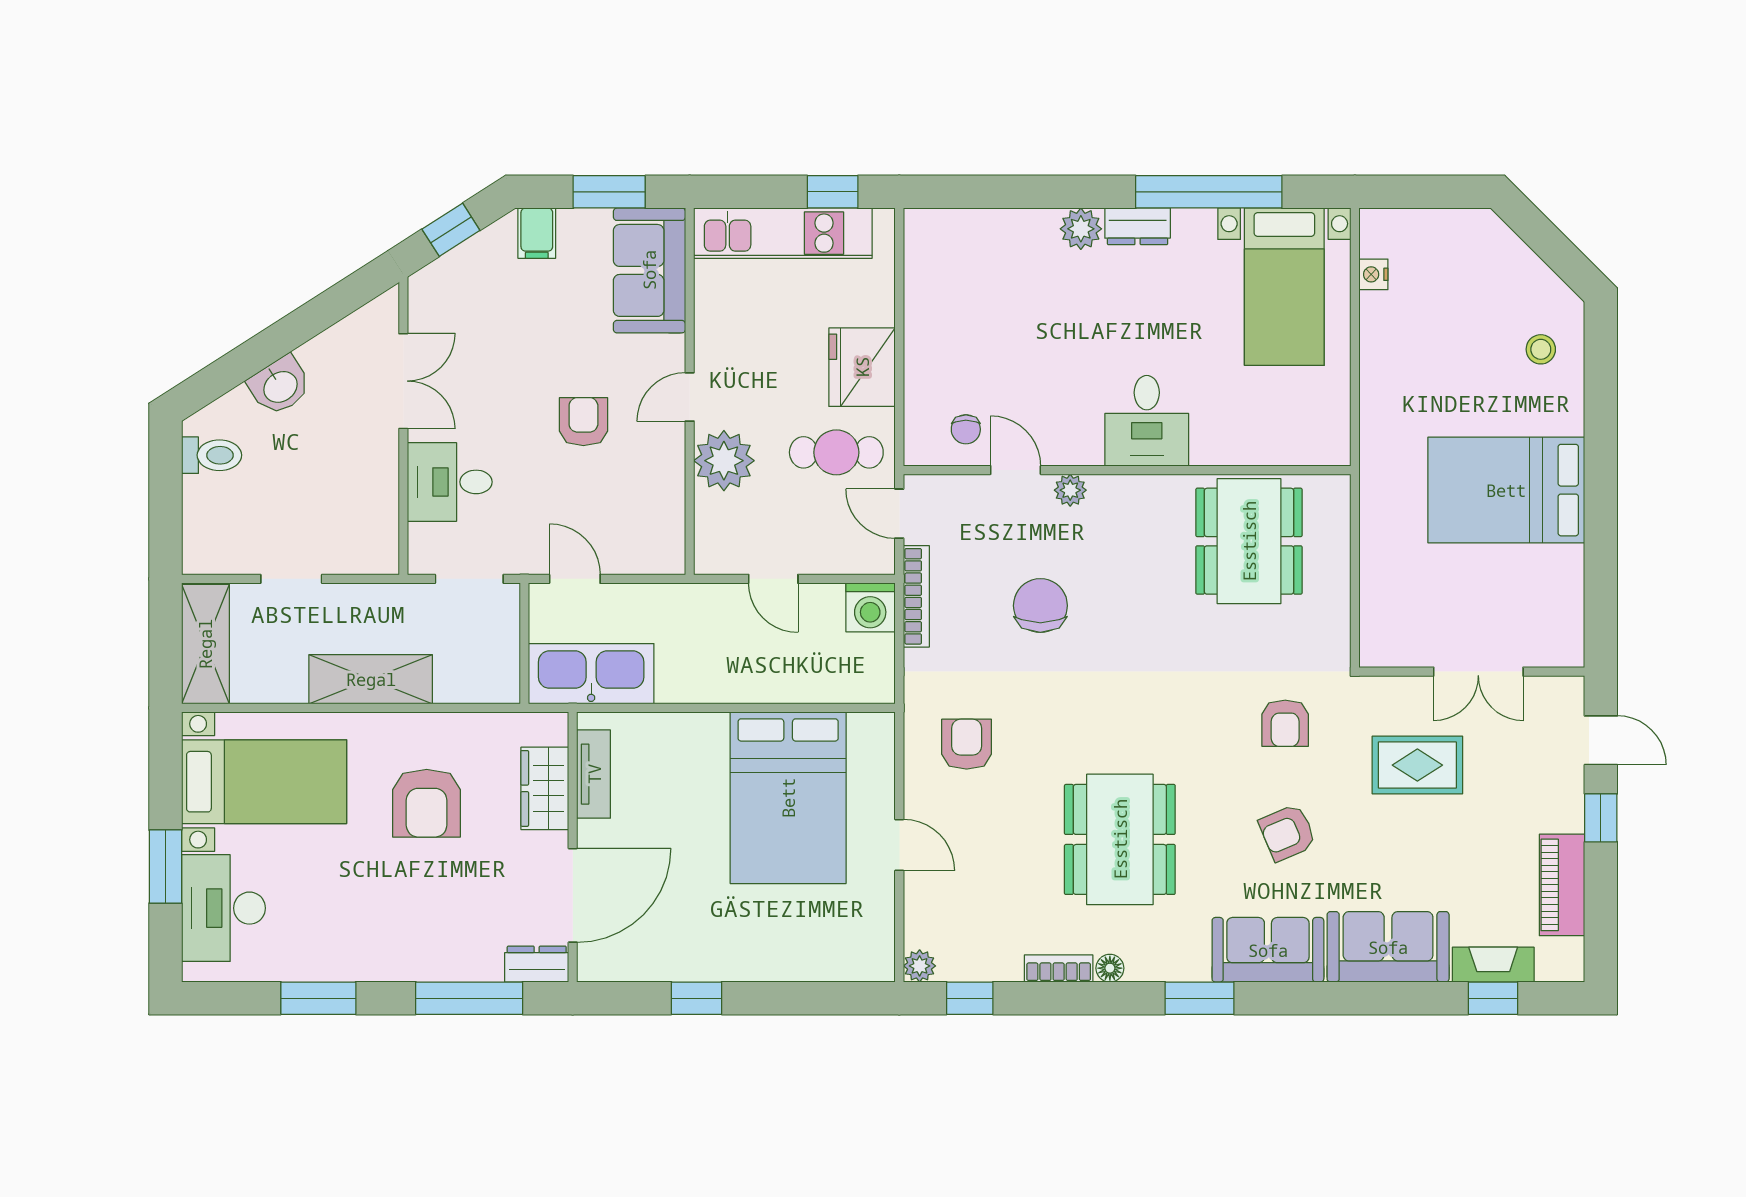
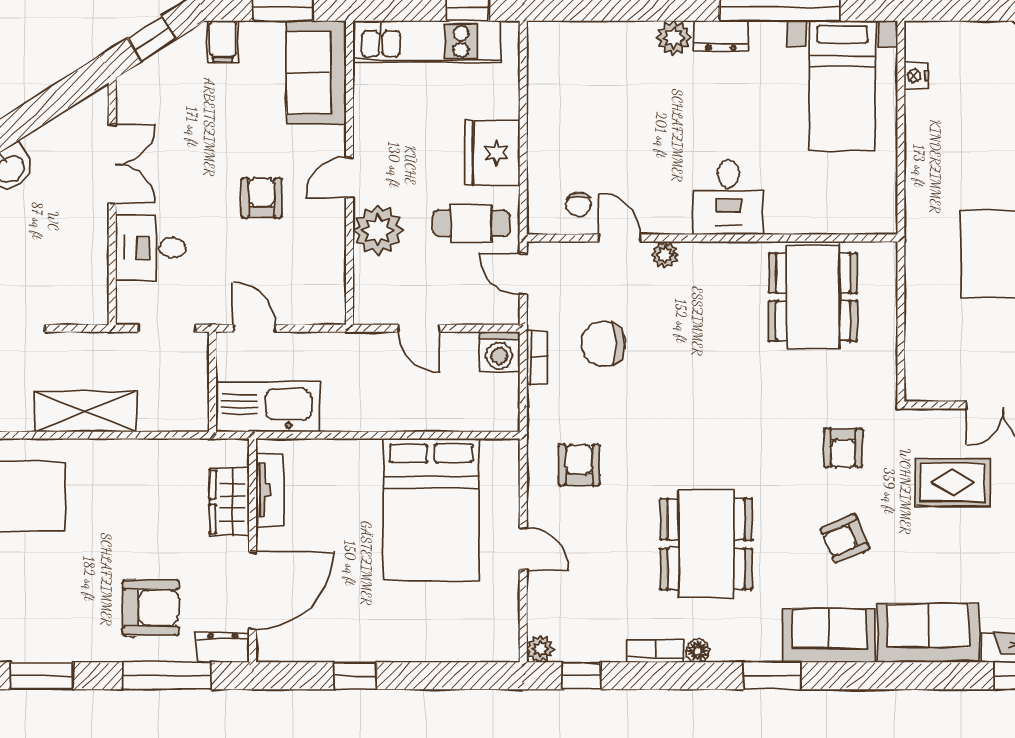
bookcase: (916, 596) -> (537, 358), width x0.64
chair: (1040, 606) -> (603, 344), moved, turned -90
armchair: (427, 803) -> (151, 608), moved, turned -90

